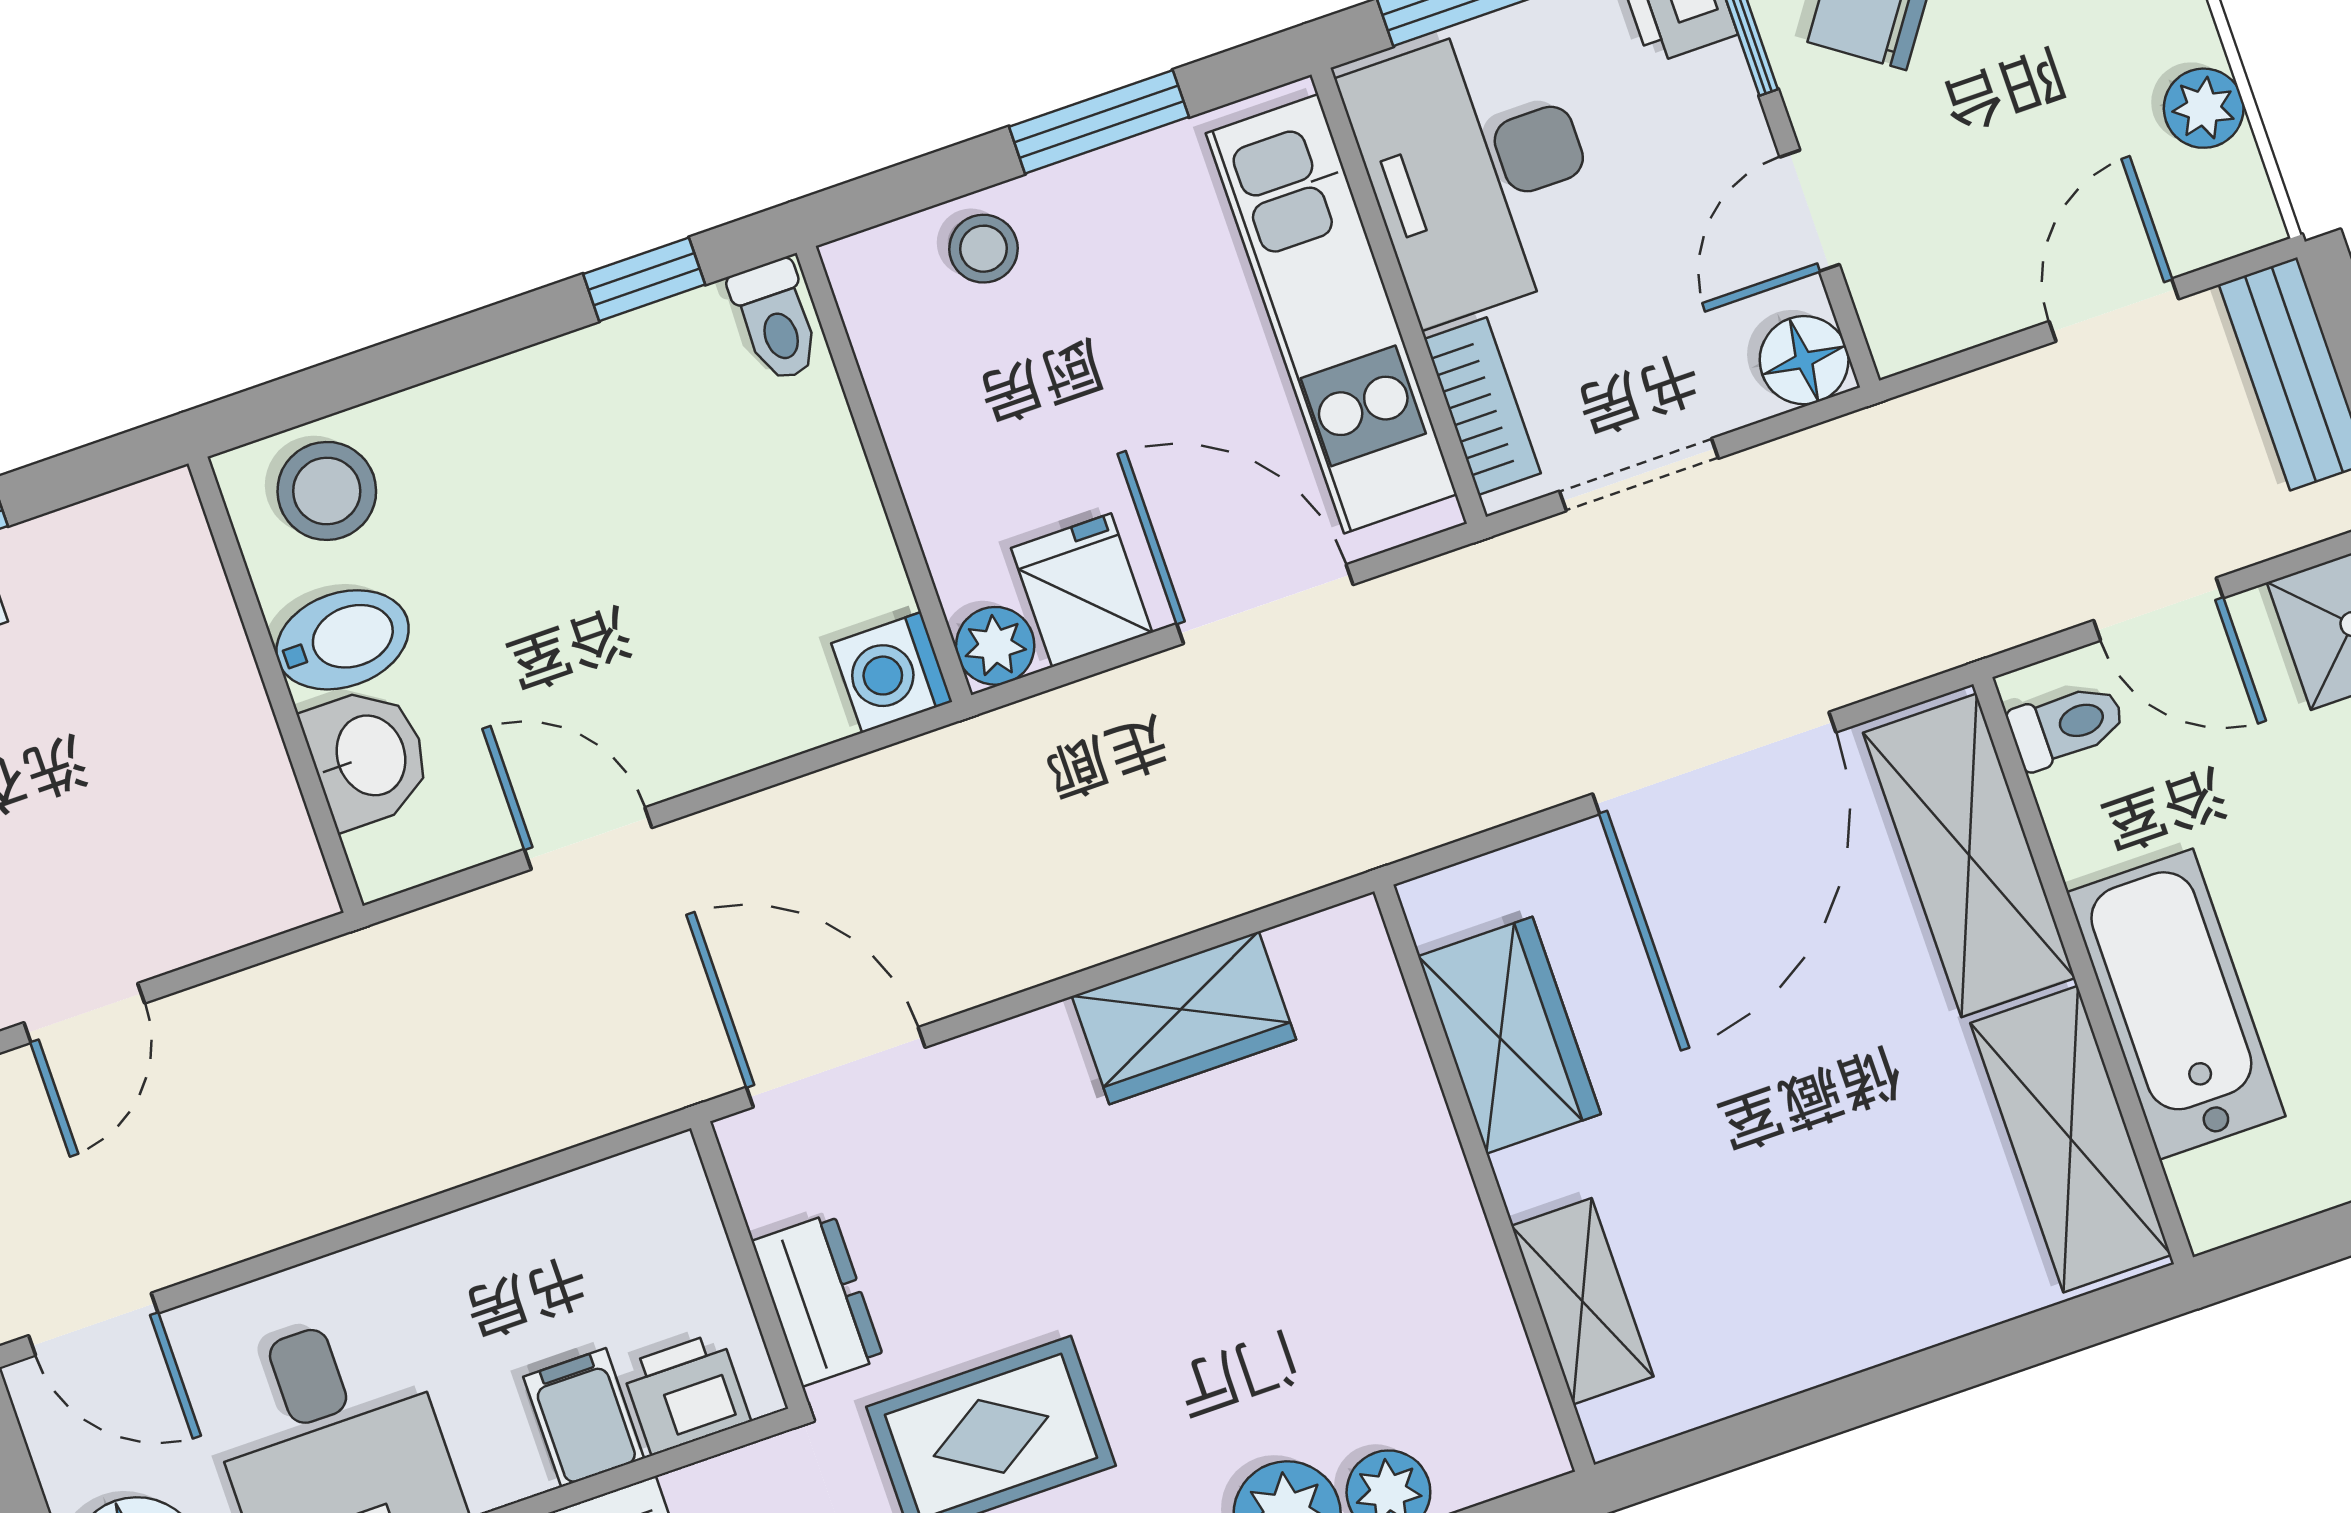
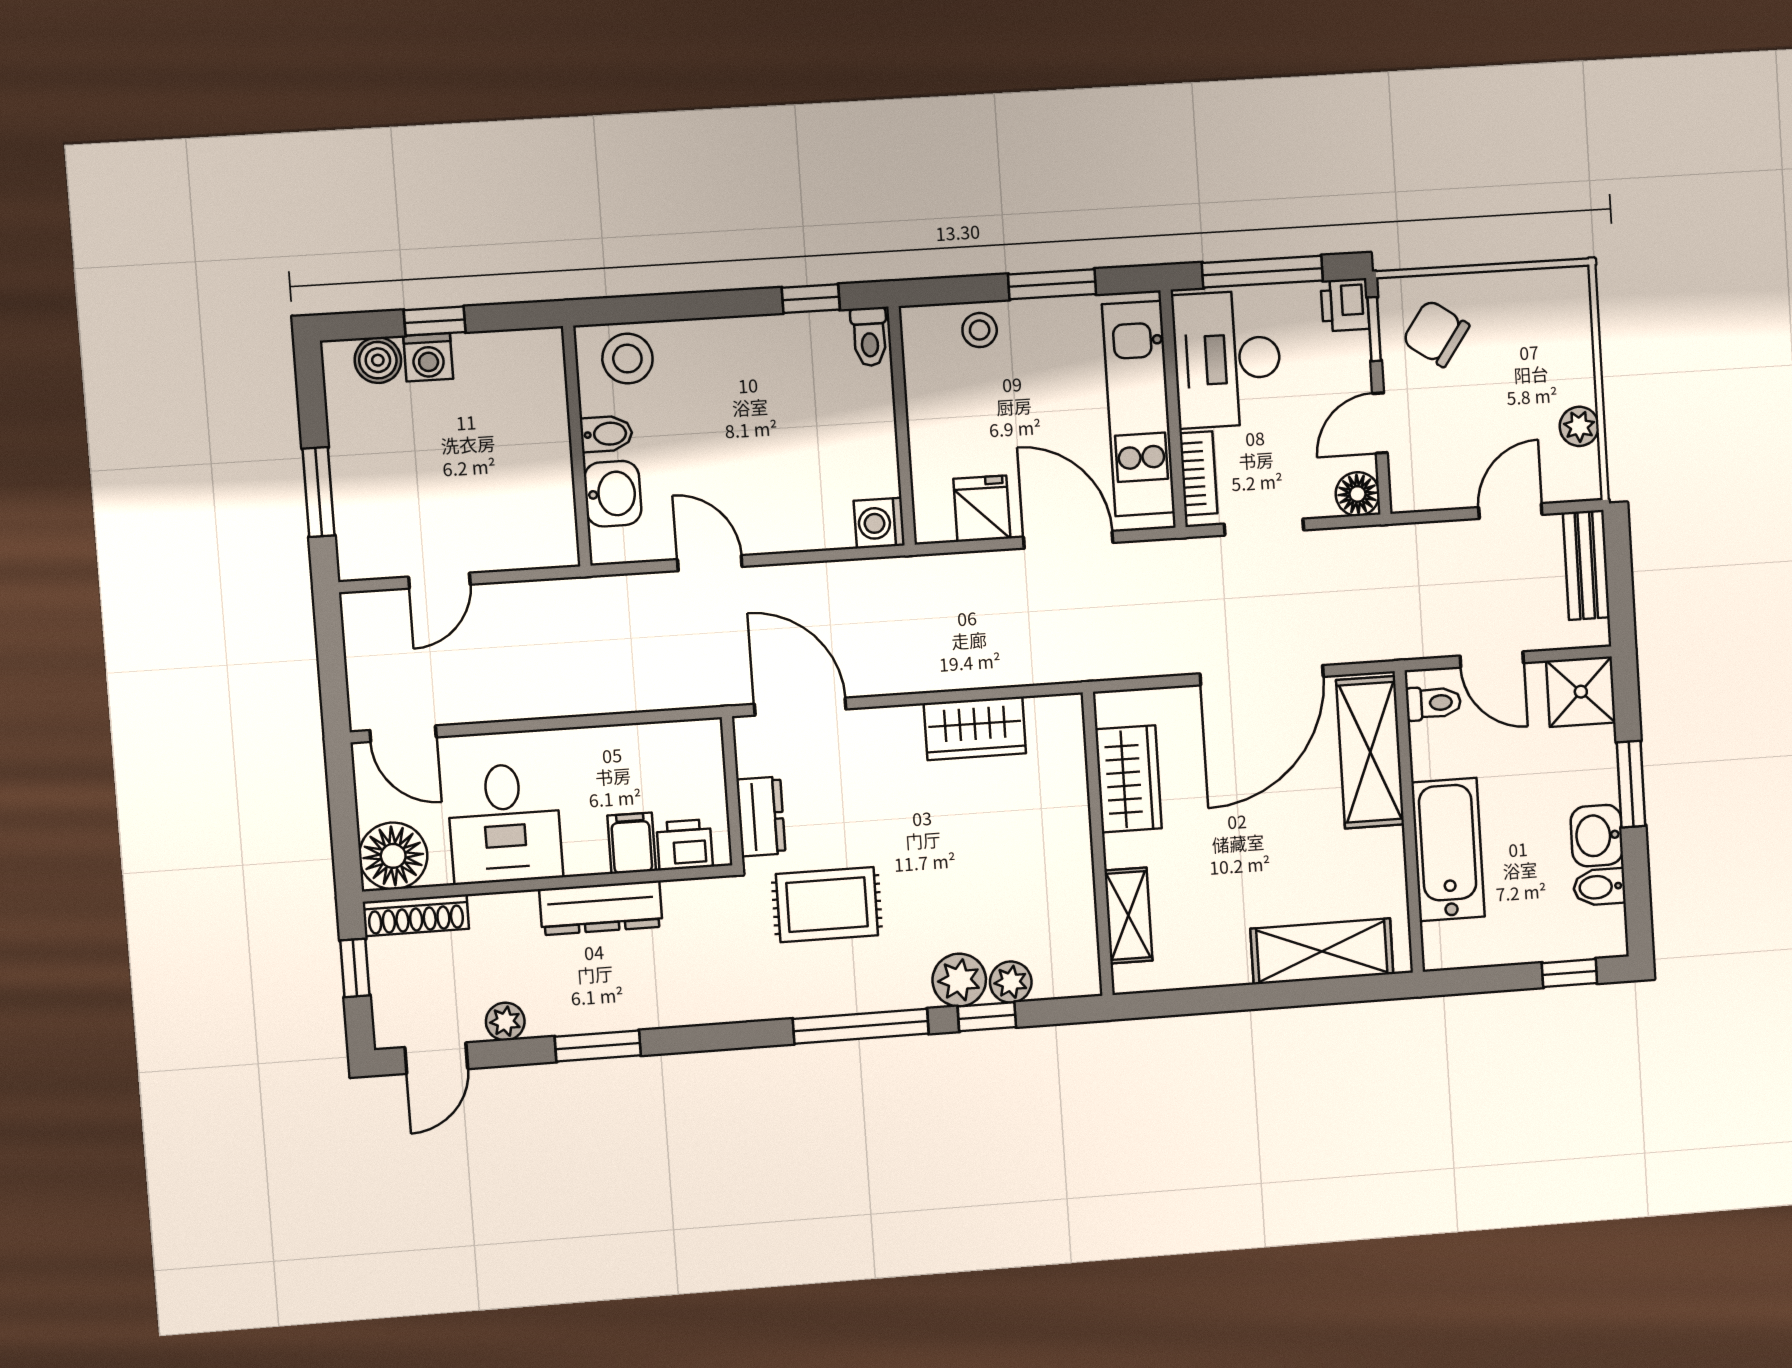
bidet: (343, 640) -> (606, 434), width x0.72, depth x0.74
plant: (995, 646) -> (933, 524), removed
shelving: (2071, 1139) -> (1322, 951), moved, turned 90

